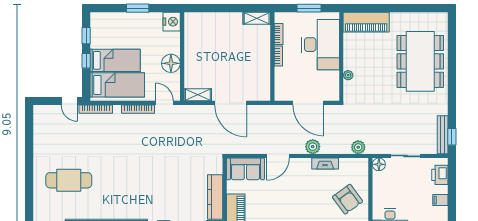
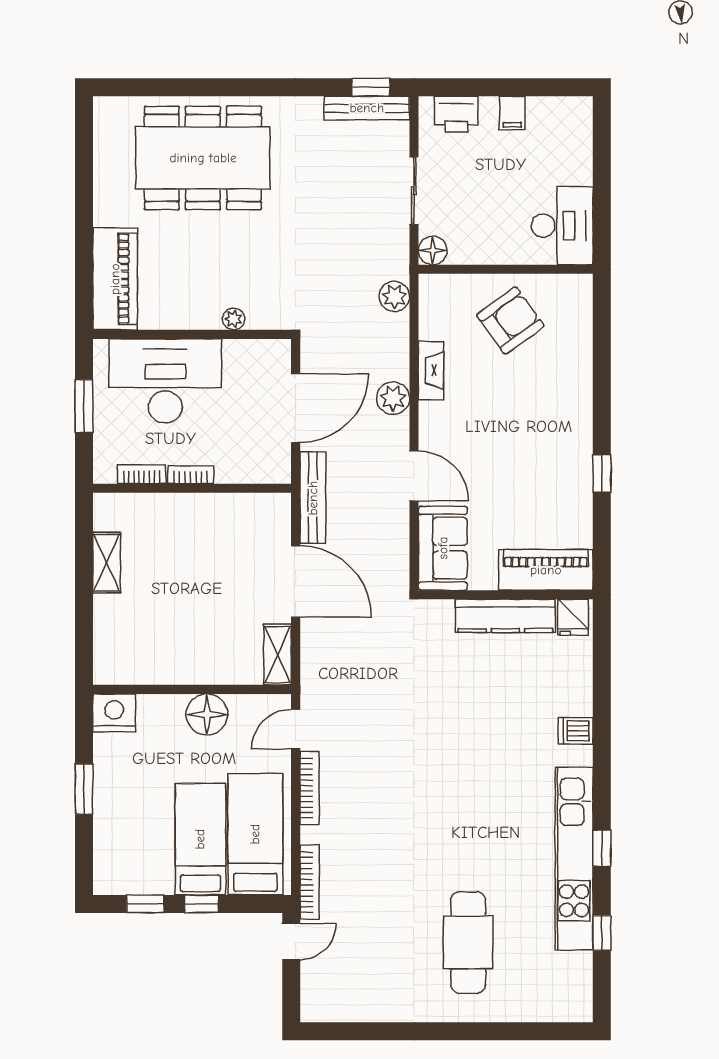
shelving: (257, 18) -> (107, 563), moved
door: (231, 103) -> (296, 581), hinge flipped
bench: (268, 111) -> (313, 498), added

